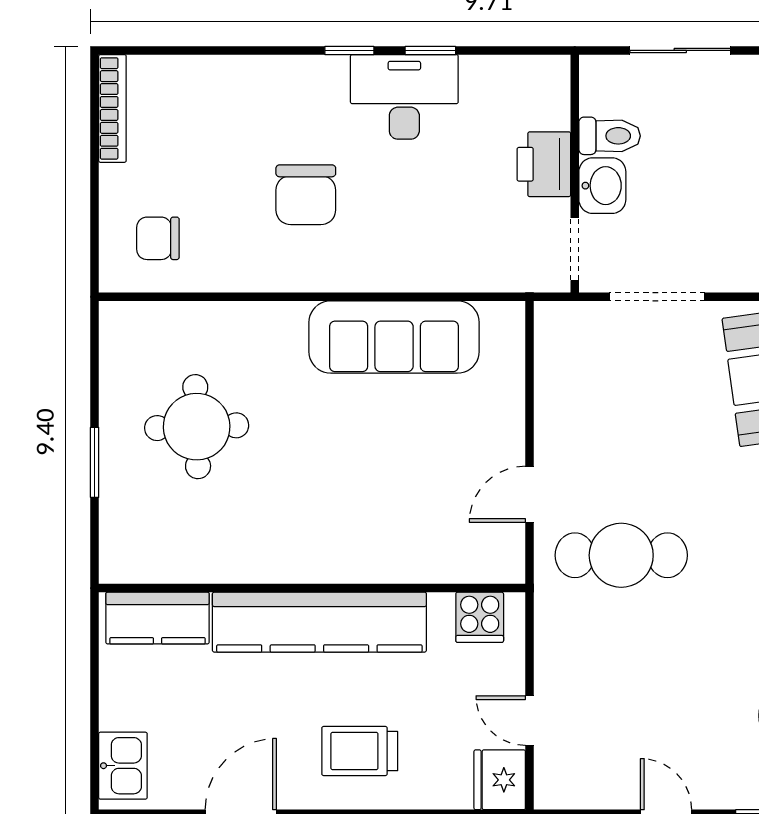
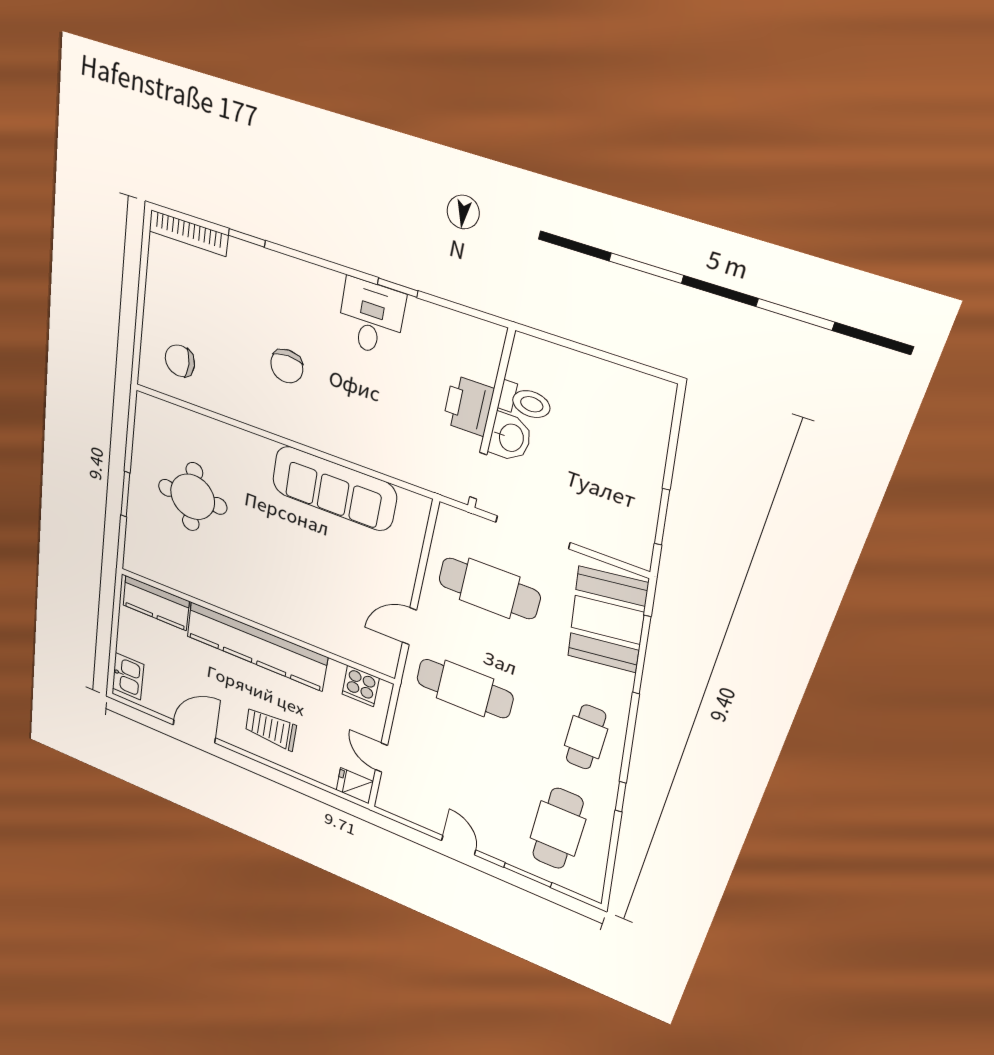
window: (349, 50) -> (247, 238), moved
sliding door: (680, 50) -> (600, 354), removed
desk: (404, 97) -> (371, 318), width x0.73
bookcase: (112, 108) -> (188, 233), moved, turned 90
chair: (306, 195) -> (287, 366), width x0.73, depth x0.73
cafe table: (621, 395) -> (489, 588), added
fridge: (500, 780) -> (355, 786), width x0.72

